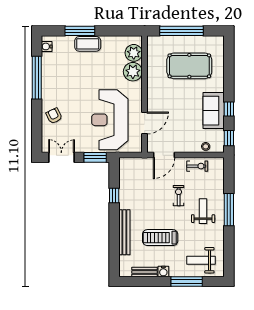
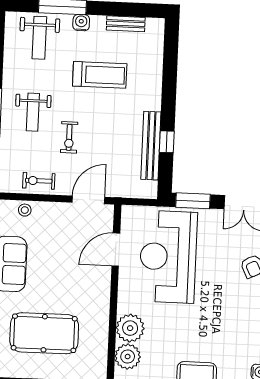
reception desk: (110, 120) -> (168, 257), turned 180
bench: (124, 232) -> (151, 146), moved
weight bench: (201, 260) -> (39, 38), turned 90
water cooler: (163, 271) -> (81, 23), moved

